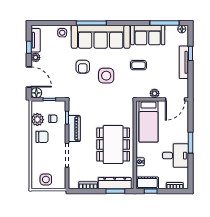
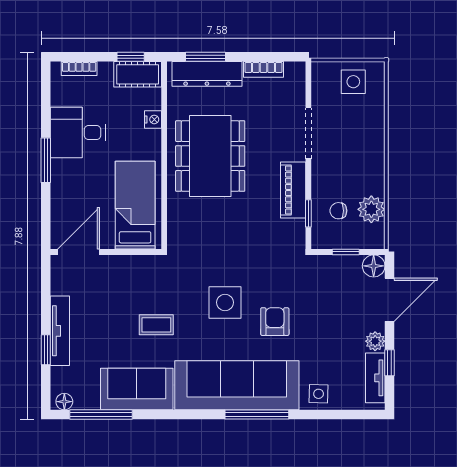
door: (29, 77) -> (389, 300), swing flipped
plant: (155, 93) -> (122, 265), removed
chair: (42, 137) -> (361, 172), removed

